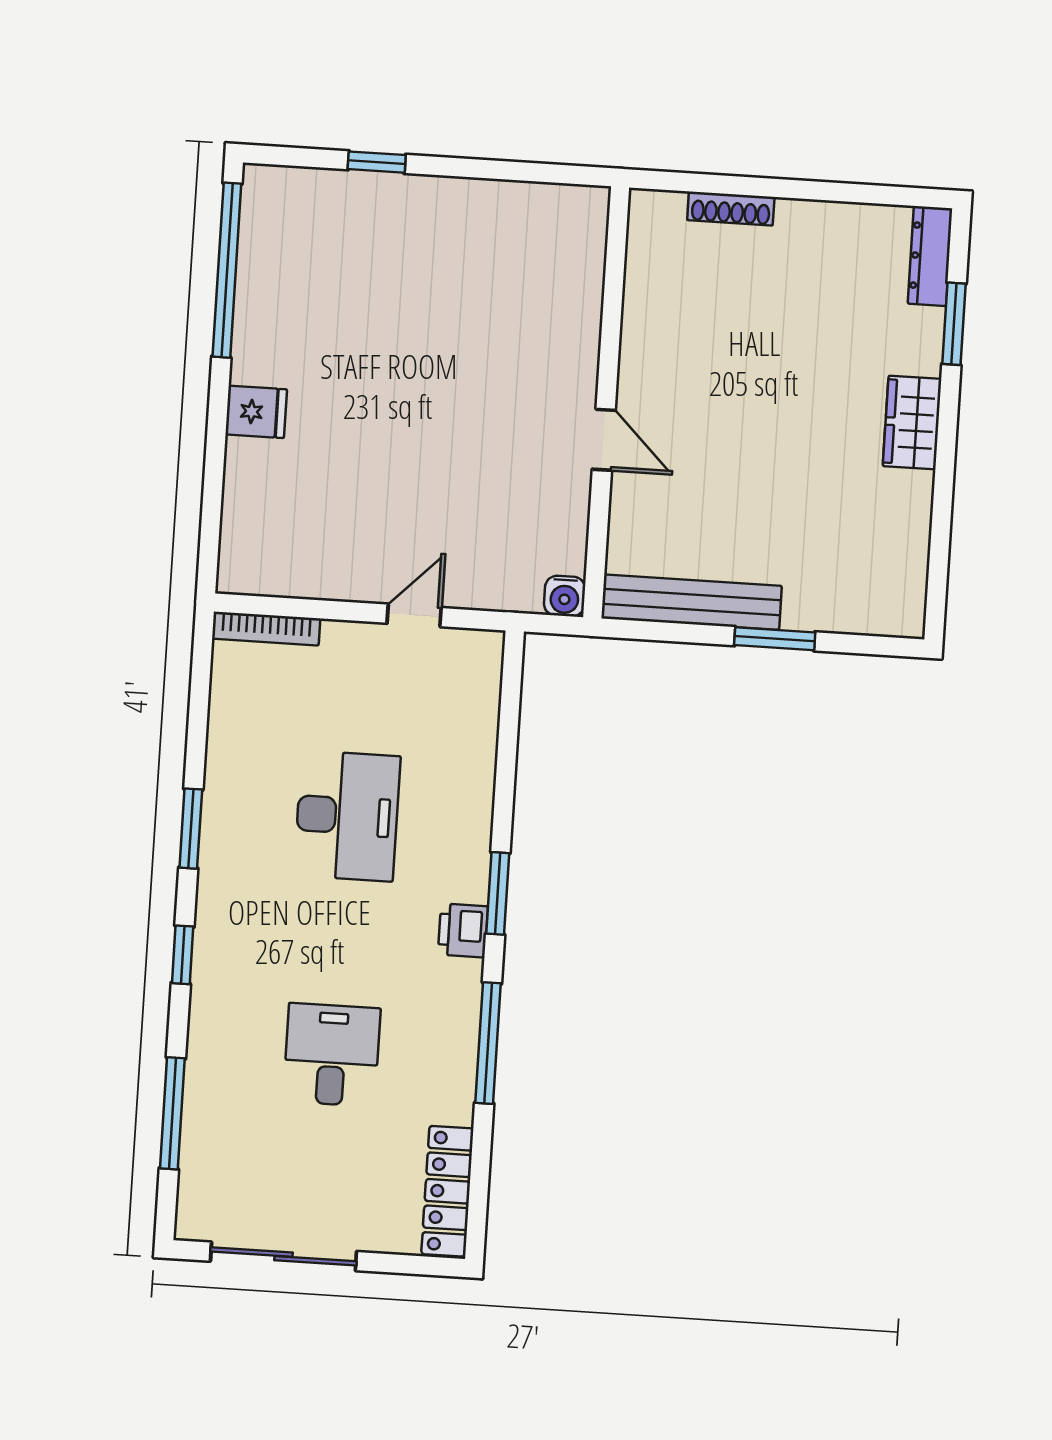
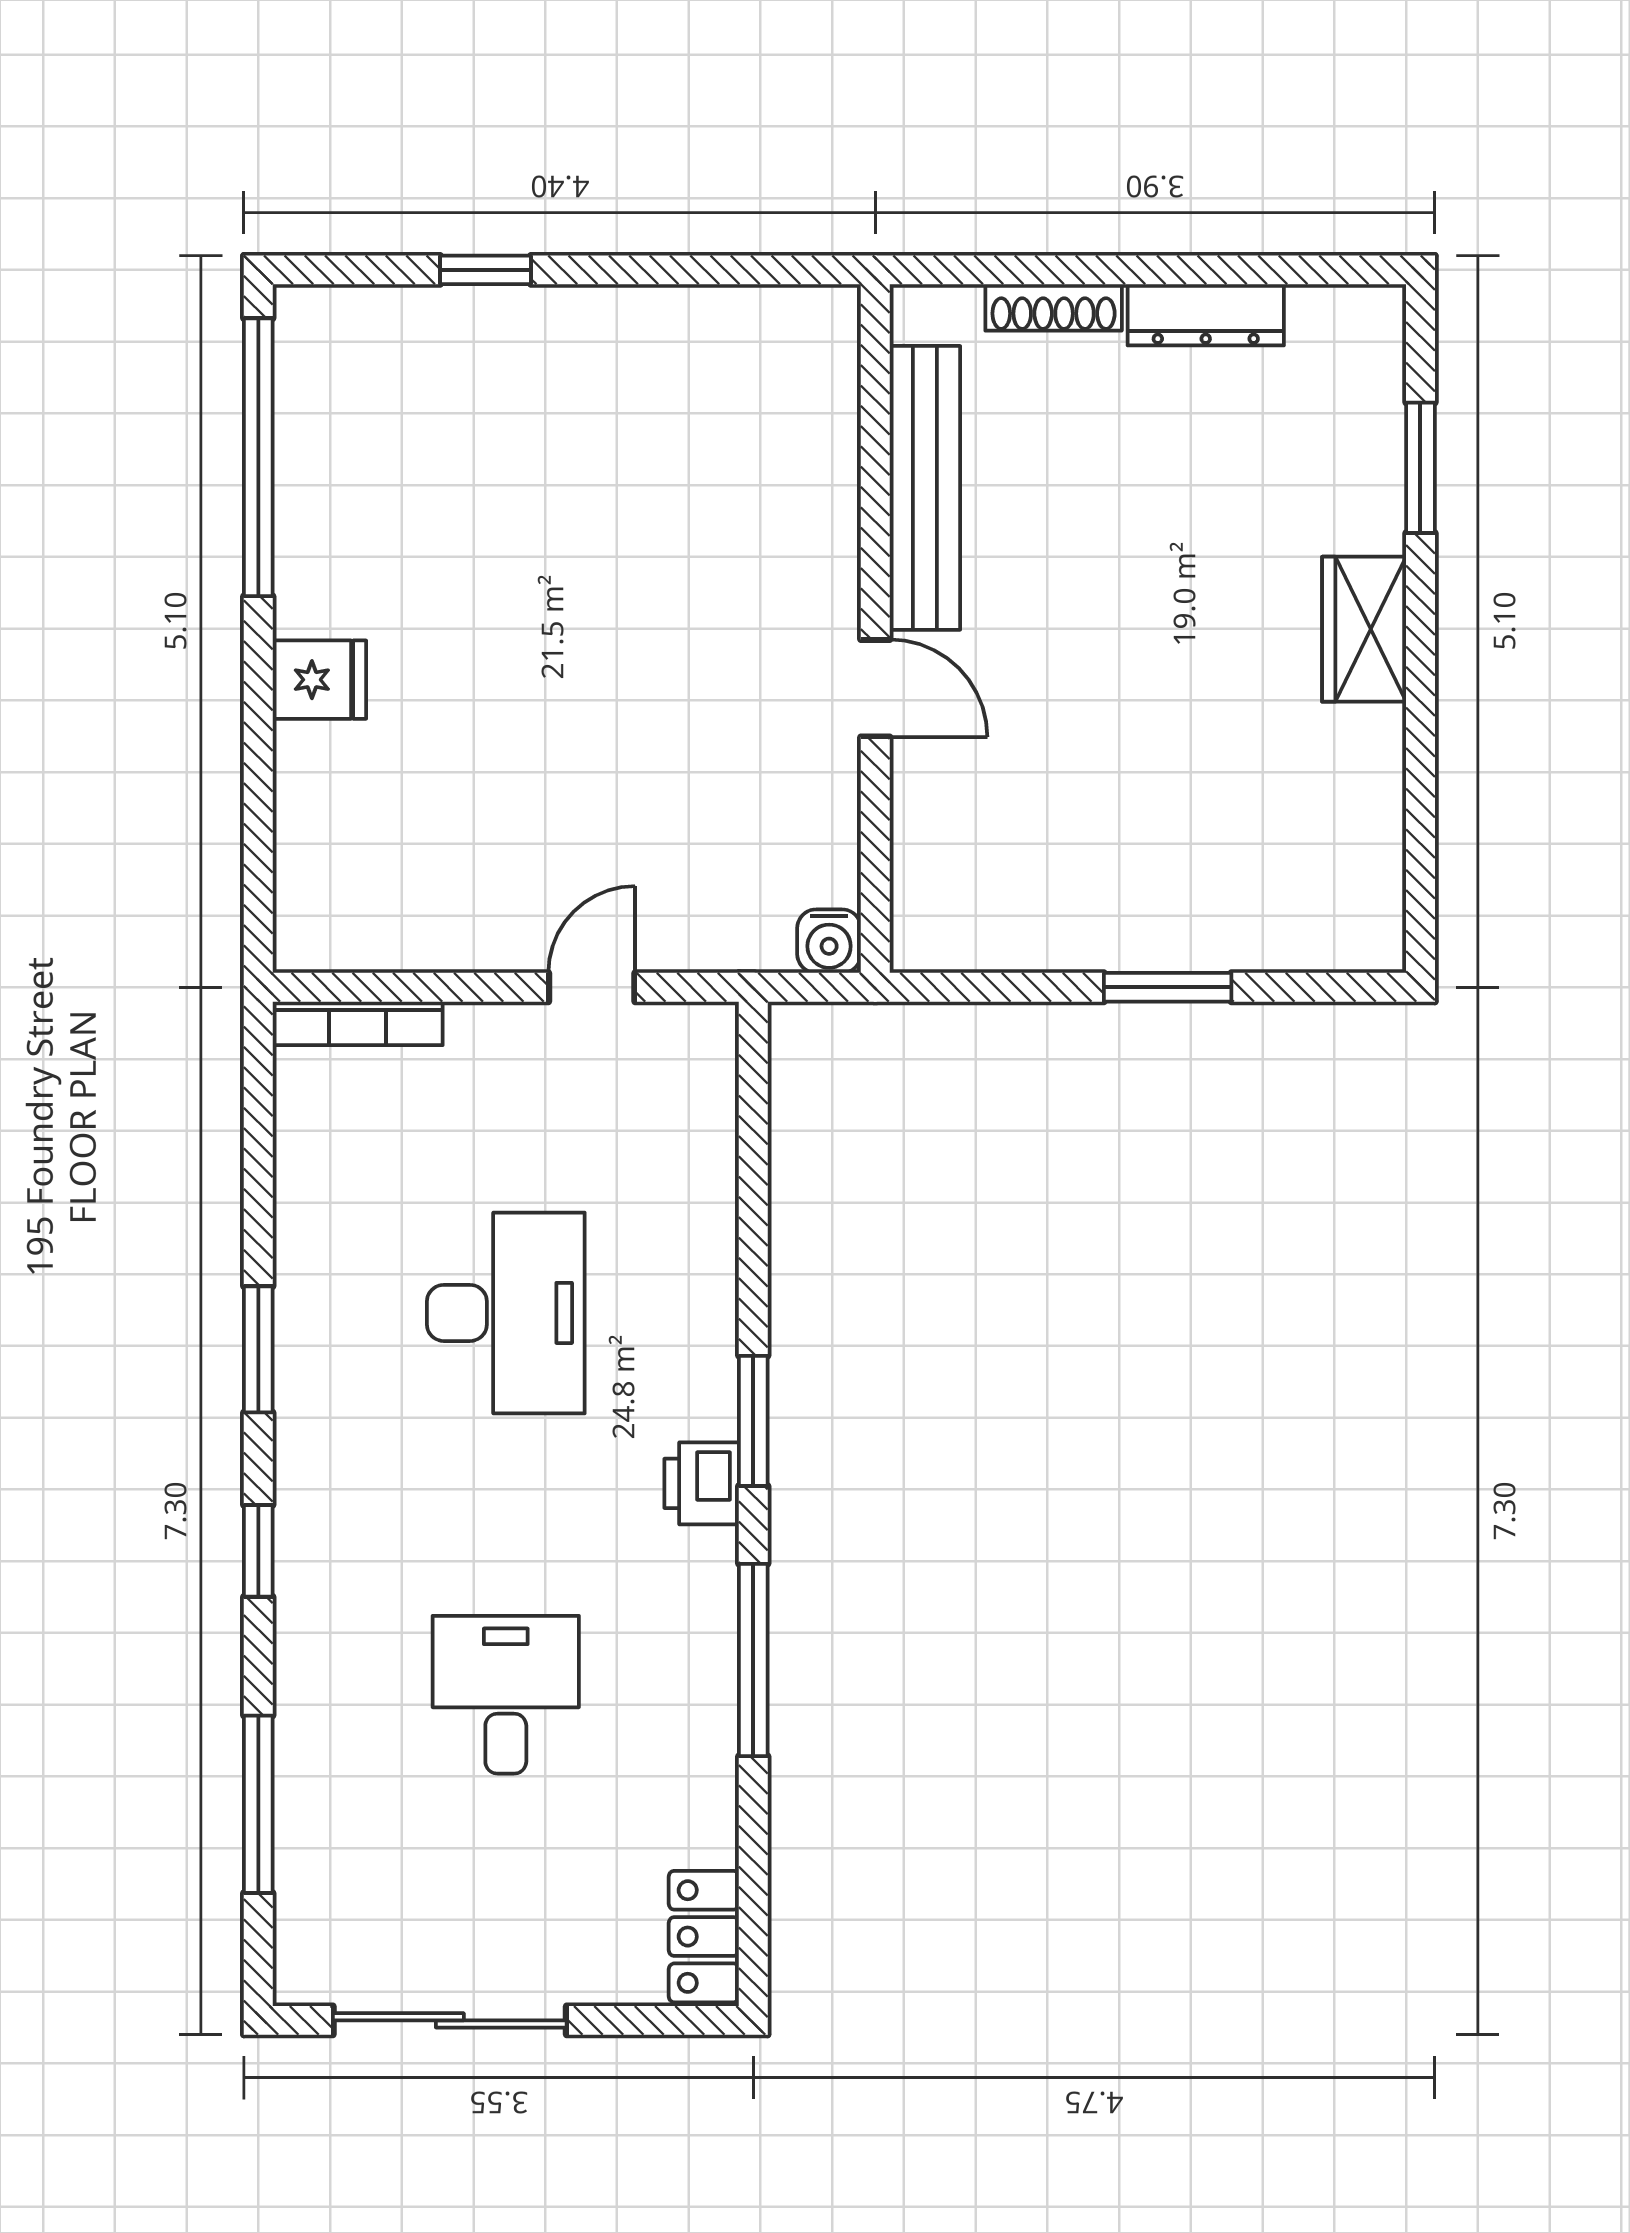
dresser: (930, 256) -> (1206, 315), moved, turned -90
bench: (691, 602) -> (925, 488), moved, turned 90
locker: (447, 1191) -> (704, 1937), width x0.66

